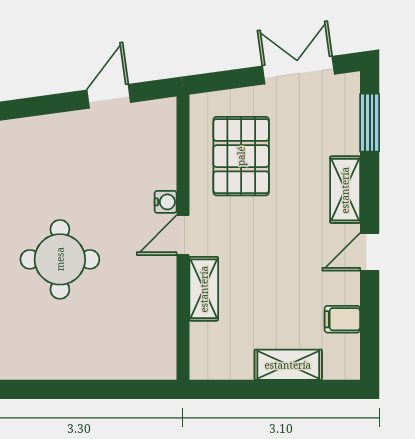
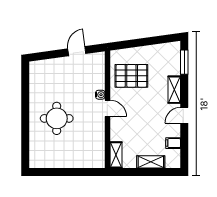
double door: (298, 70) -> (155, 40), removed
pallet: (241, 156) -> (131, 76), turned 90
door: (183, 235) -> (107, 108), swing flipped
shelving: (204, 289) -> (116, 155), moved

